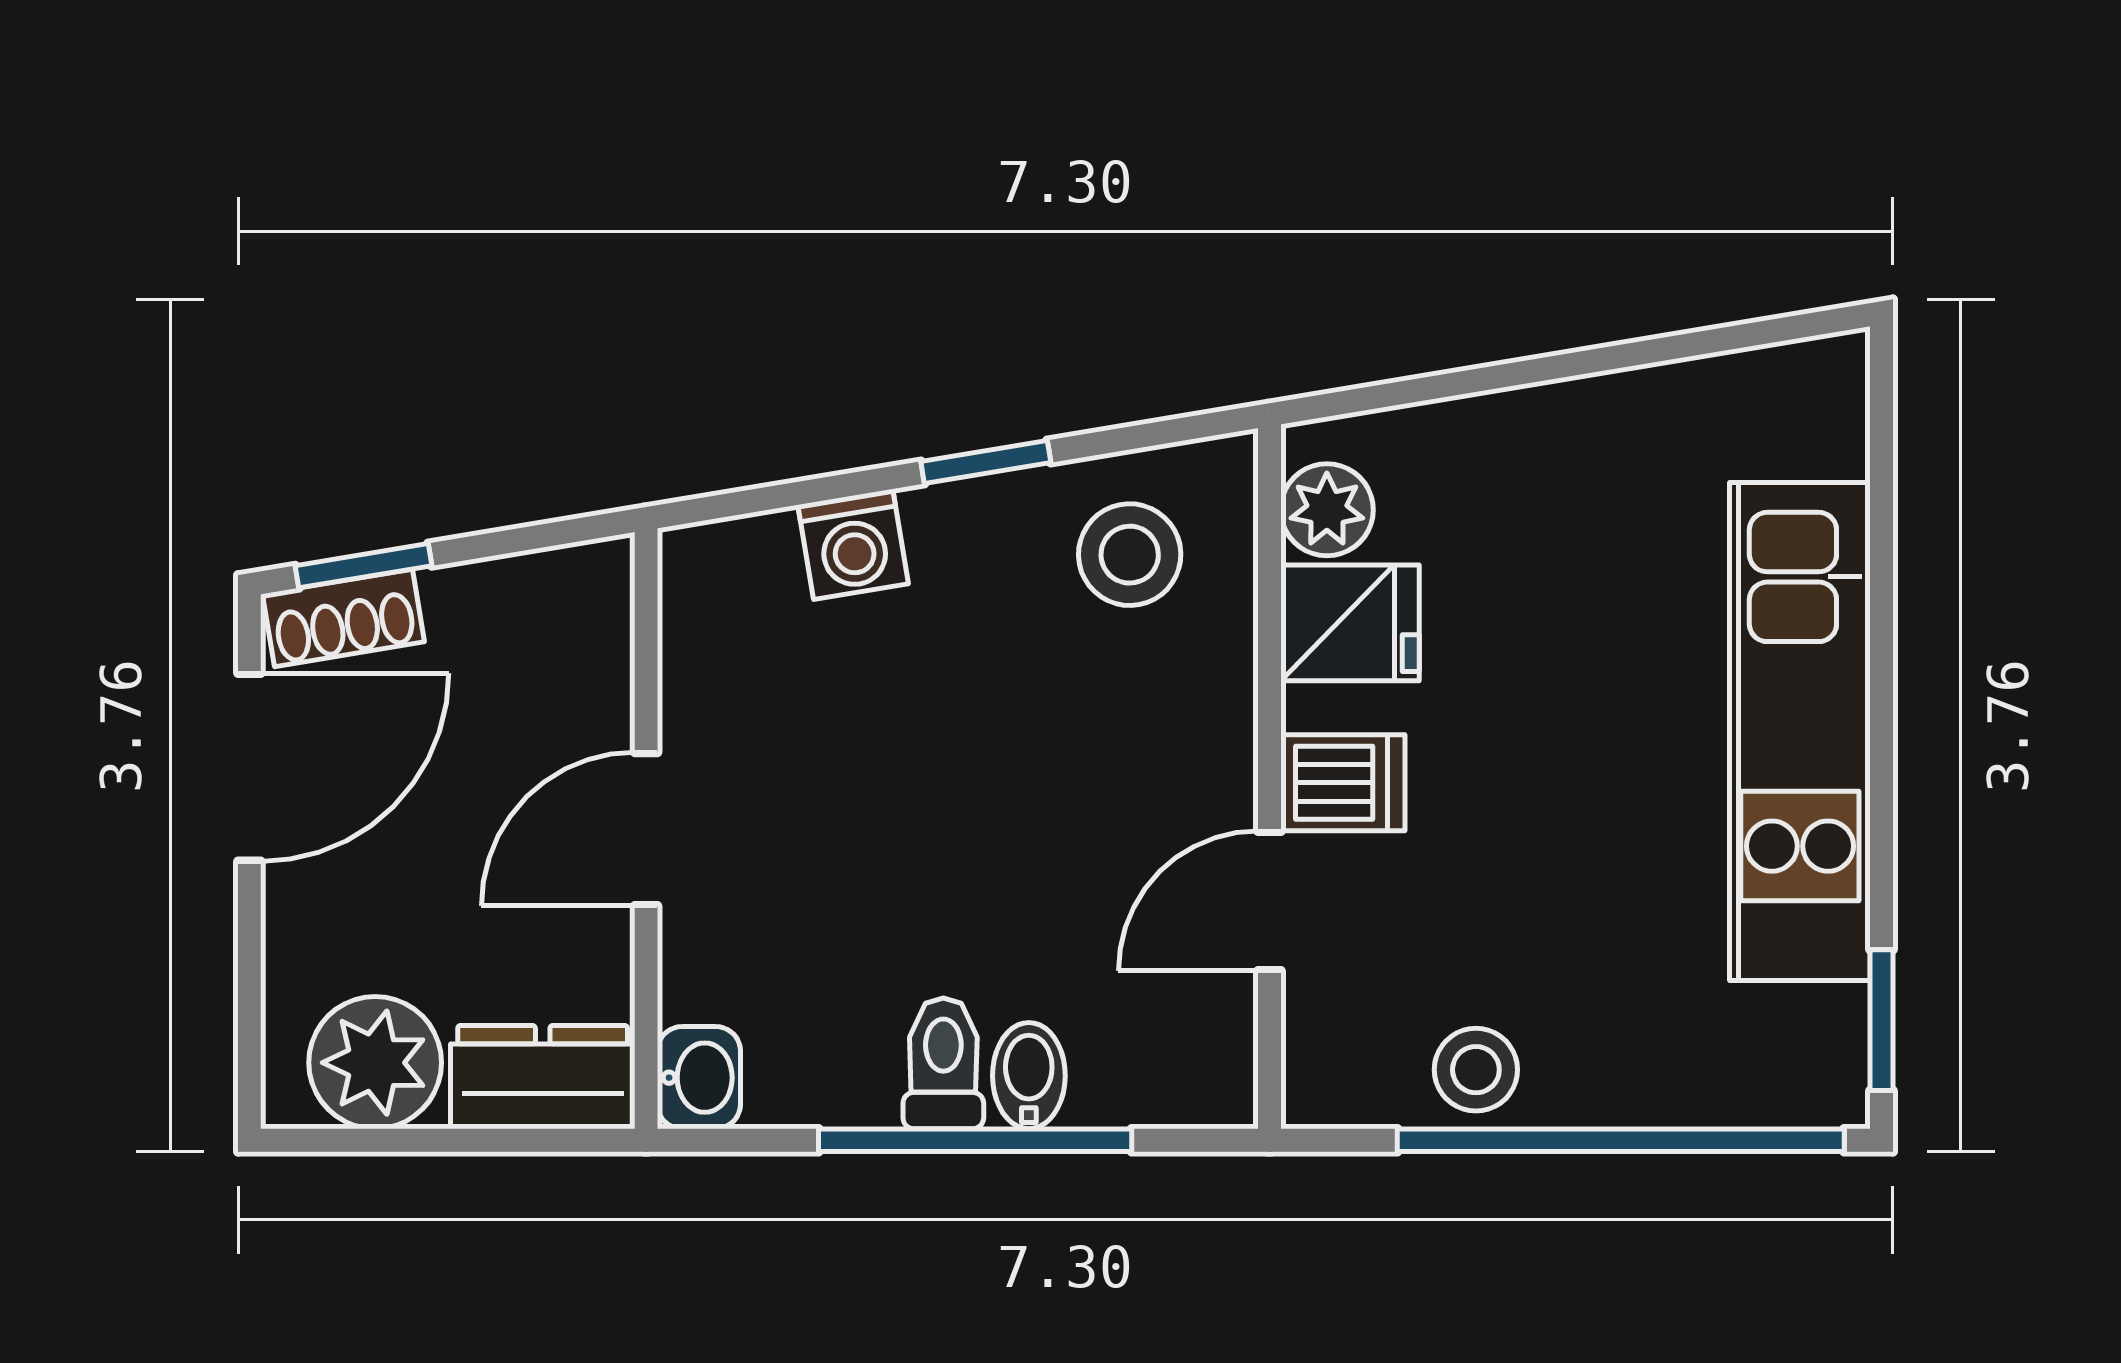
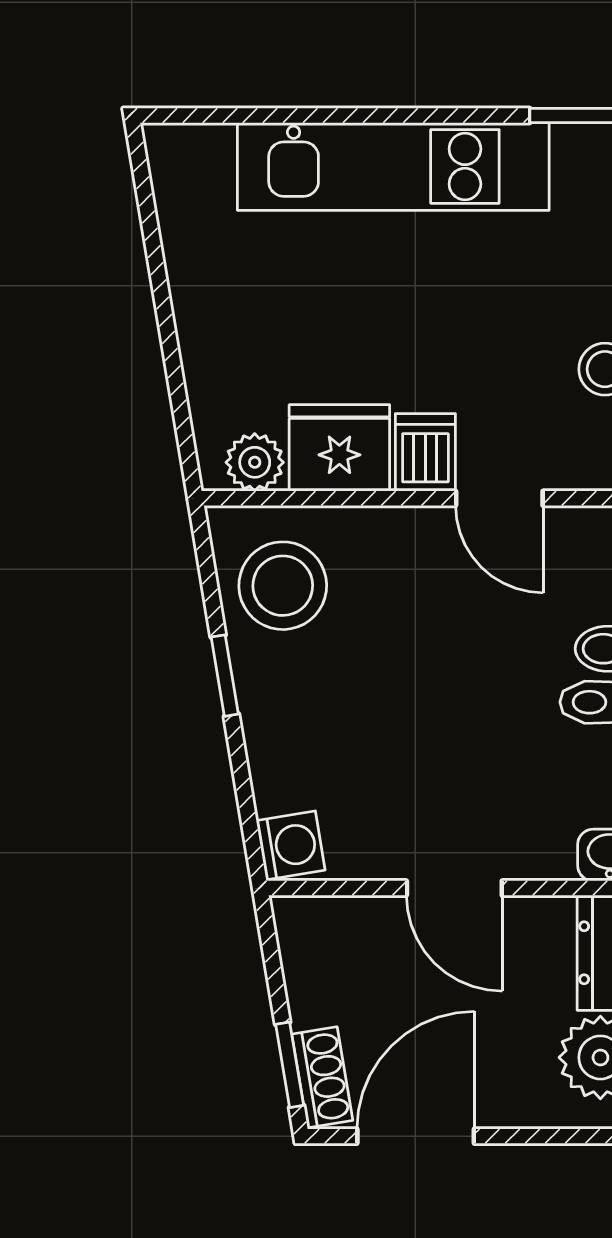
washing machine: (853, 544) -> (291, 845), moved
stool: (1130, 555) -> (283, 586), width x1.38, depth x1.38
fridge: (1350, 623) -> (339, 448), width x1.38
door: (249, 767) -> (416, 1136), hinge flipped

